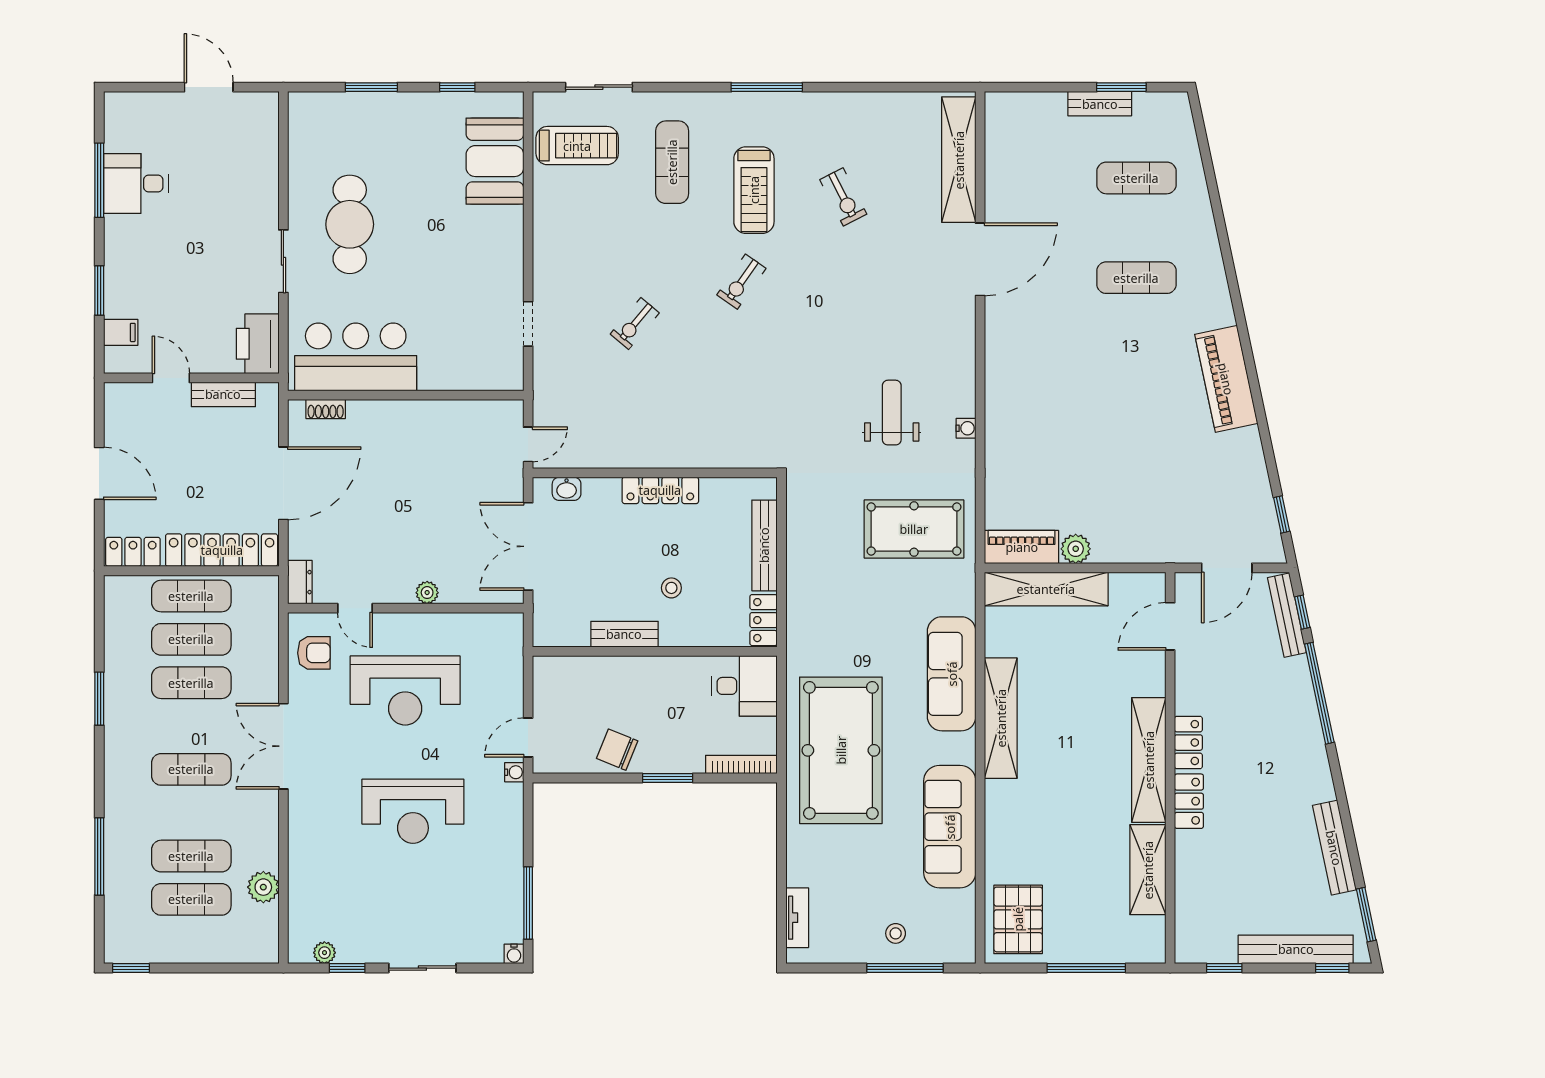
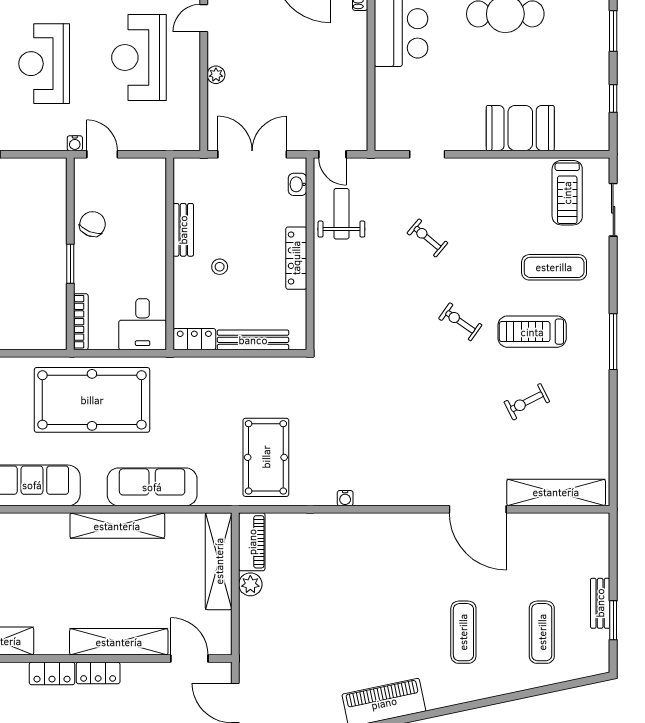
booth: (495, 161) -> (520, 128), moved
weight bench: (892, 413) -> (341, 214), moved, turned -90
shelving: (1149, 760) -> (119, 642), moved

